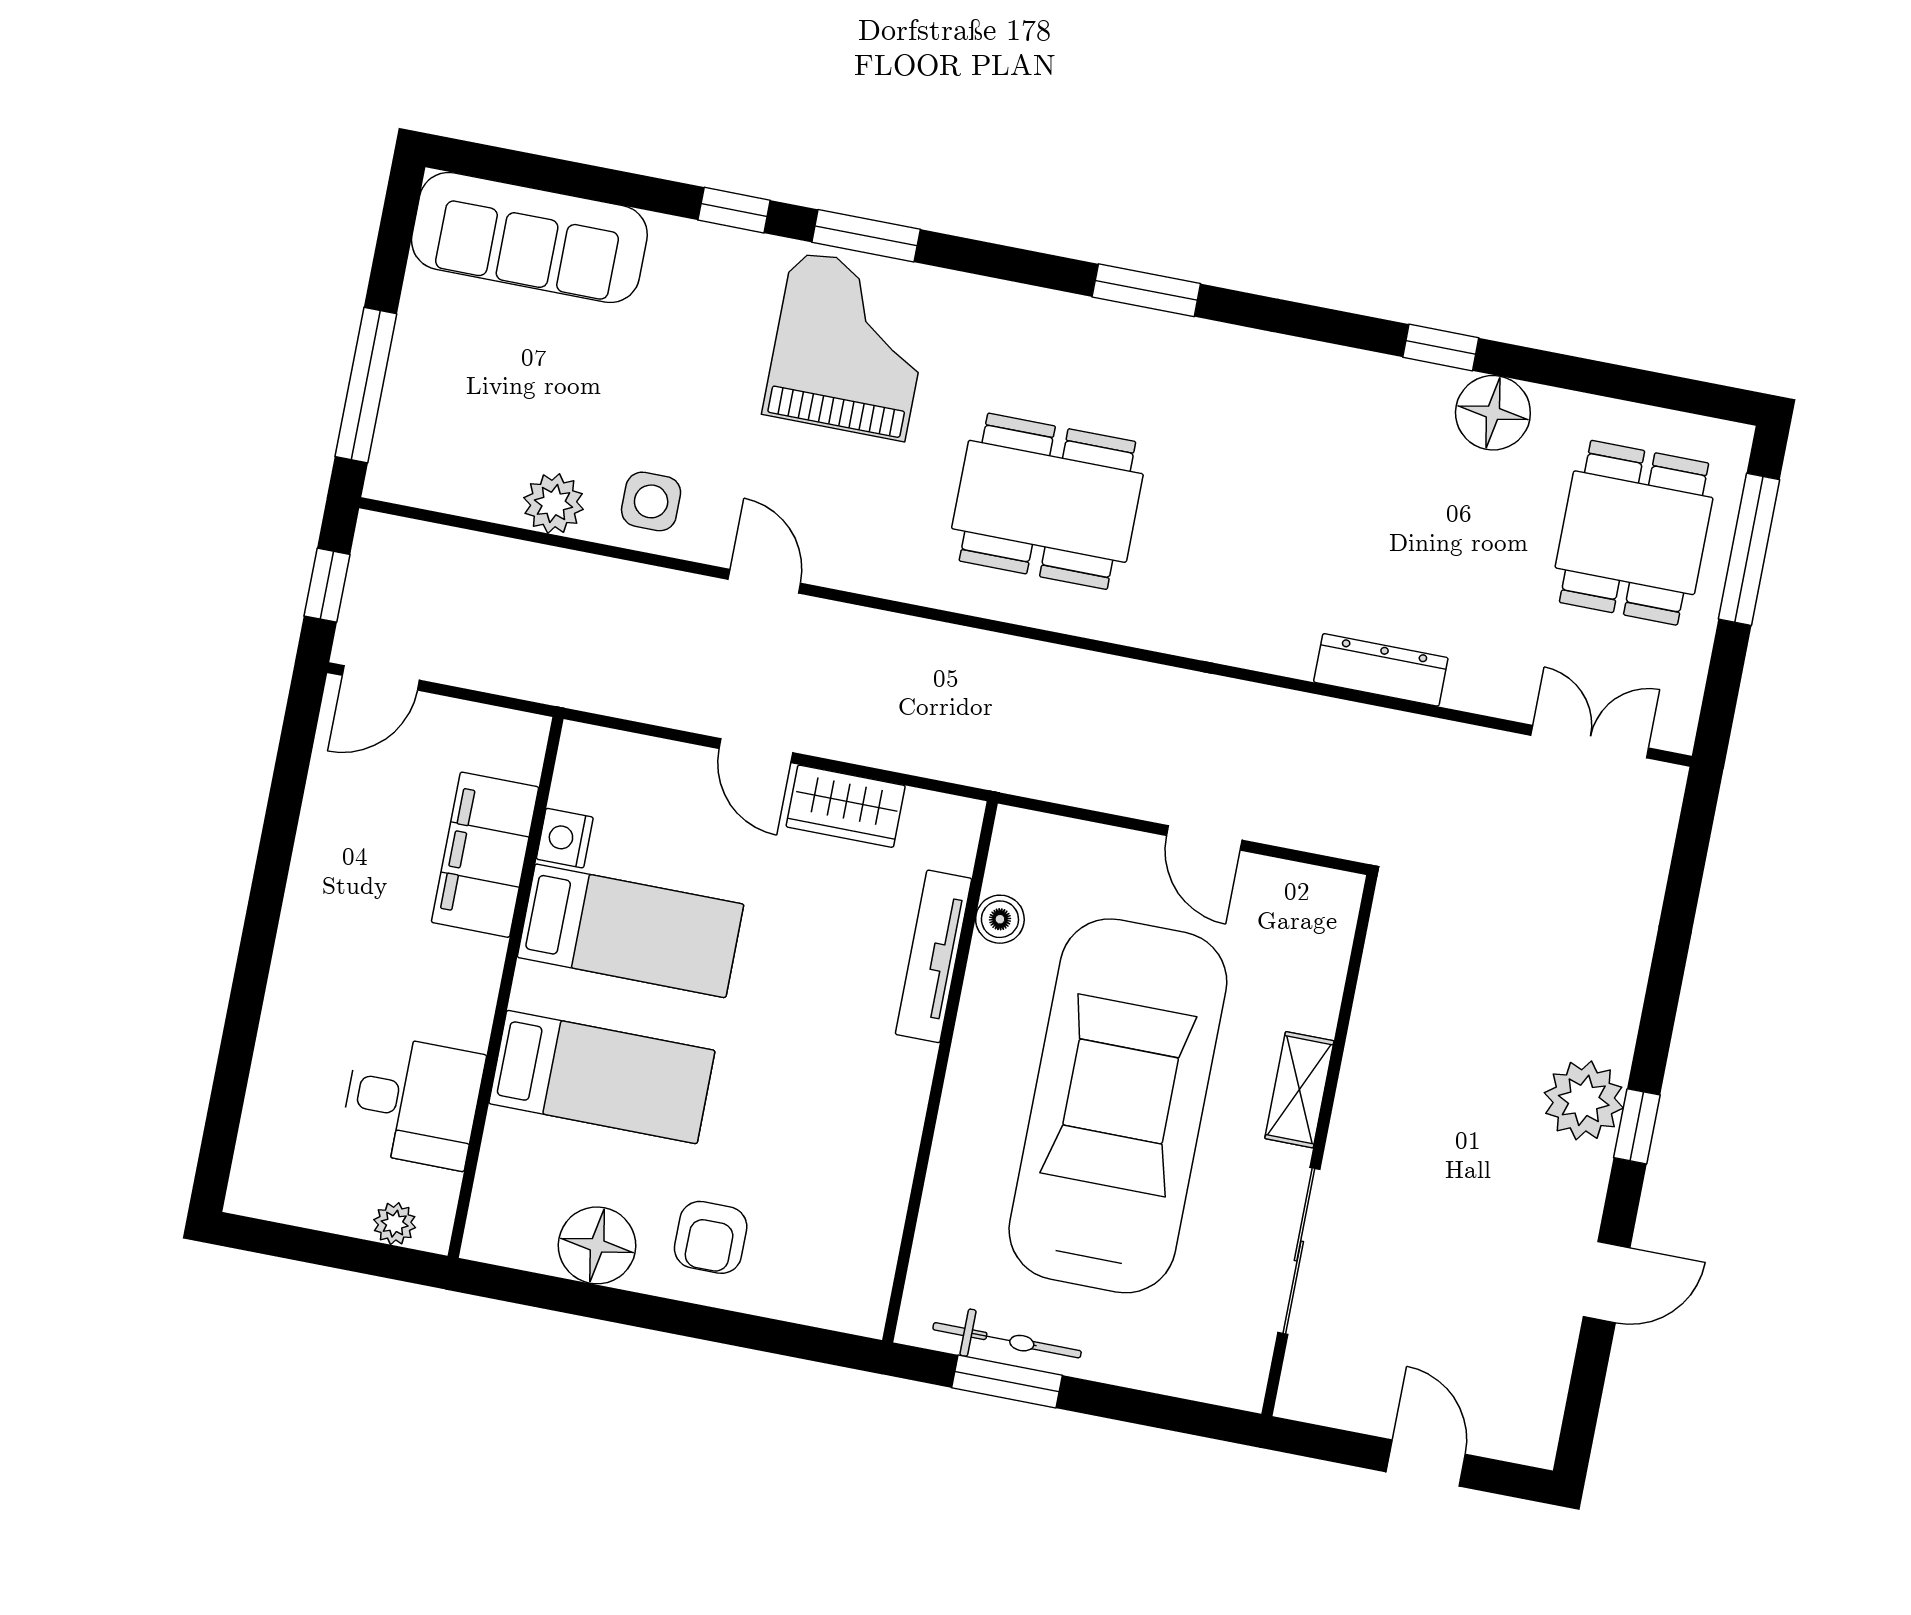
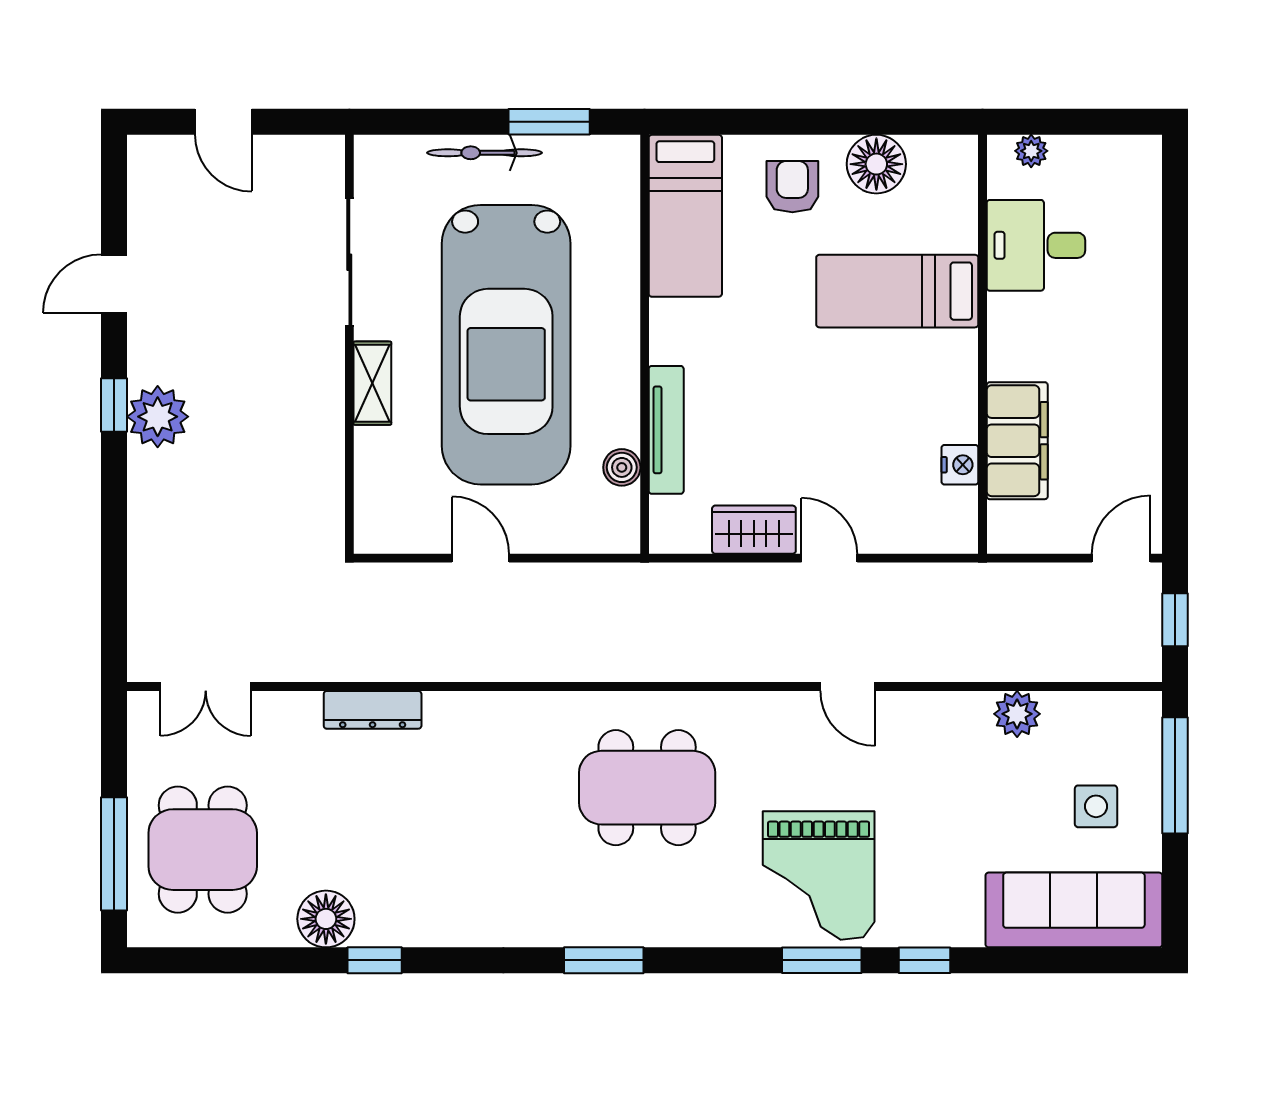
side table: (651, 501) -> (1096, 806), moved
bed: (630, 931) -> (685, 216), moved, turned -90
bicycle: (1007, 1340) -> (484, 153), moved

